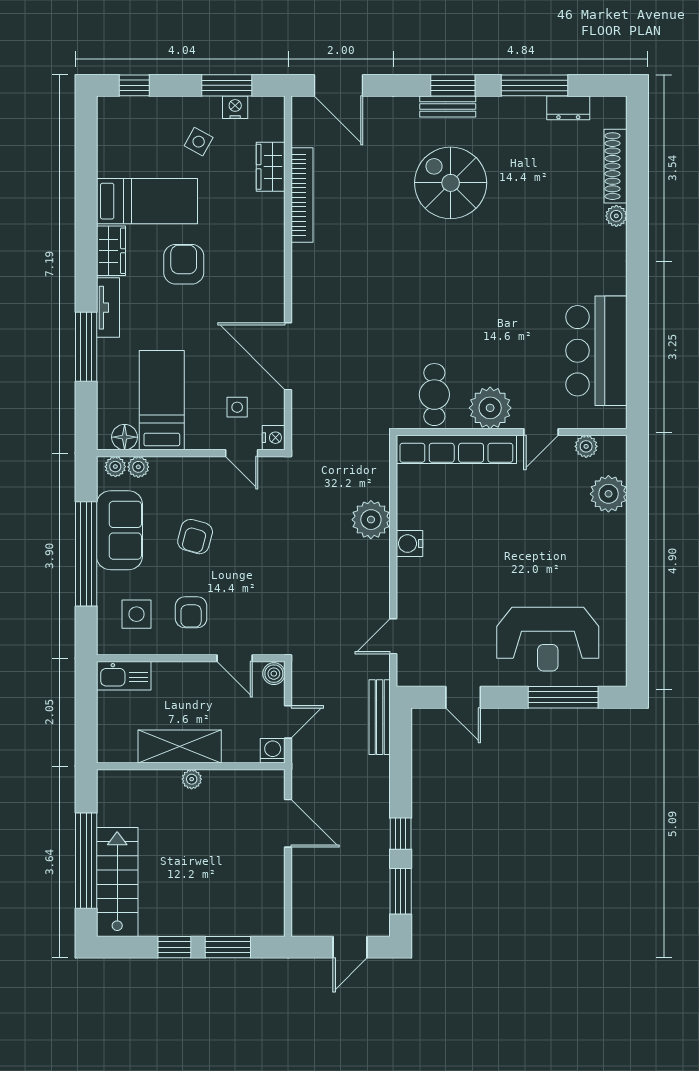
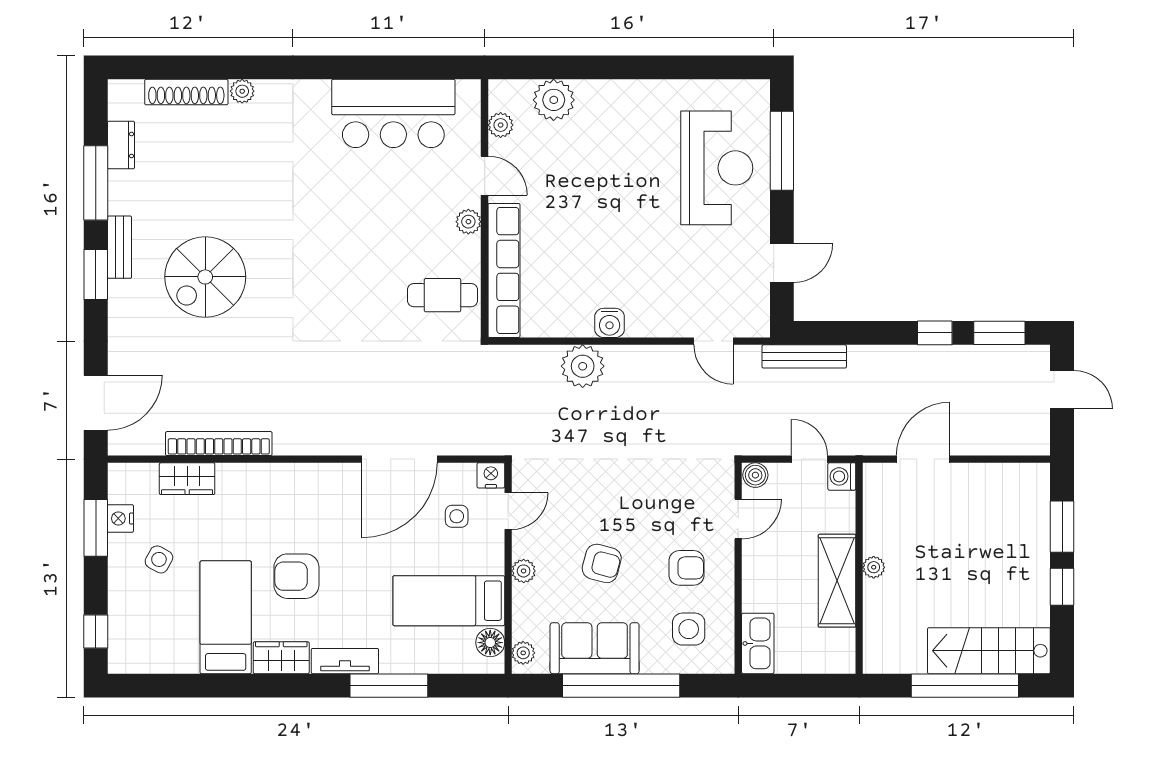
bench: (448, 106) -> (120, 247), moved
plant: (490, 408) -> (468, 222), width x0.53, depth x0.53
plant: (138, 467) -> (524, 571), moved

